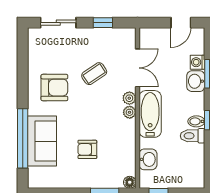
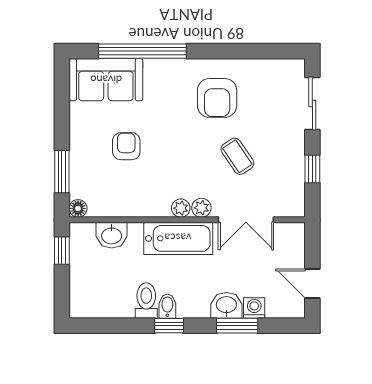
sofa: (42, 141) -> (106, 80), moved

